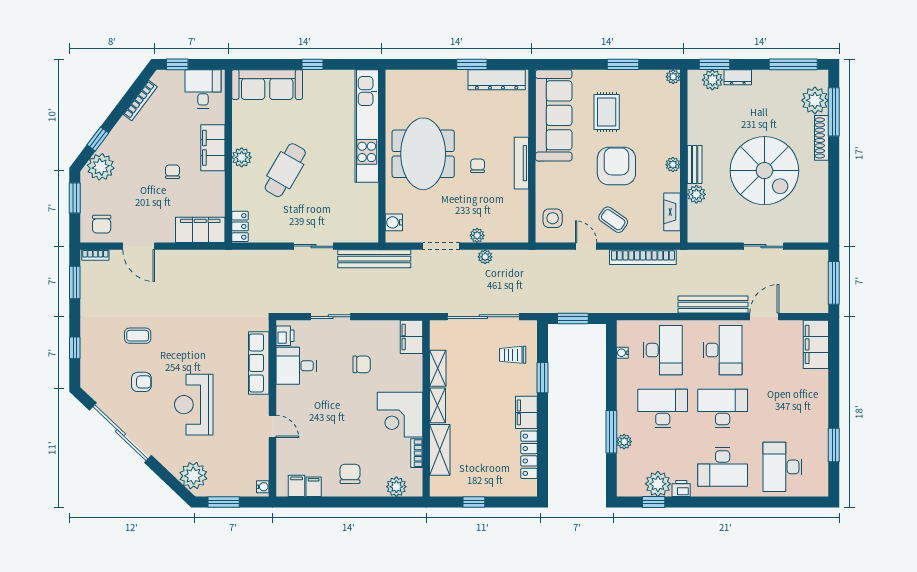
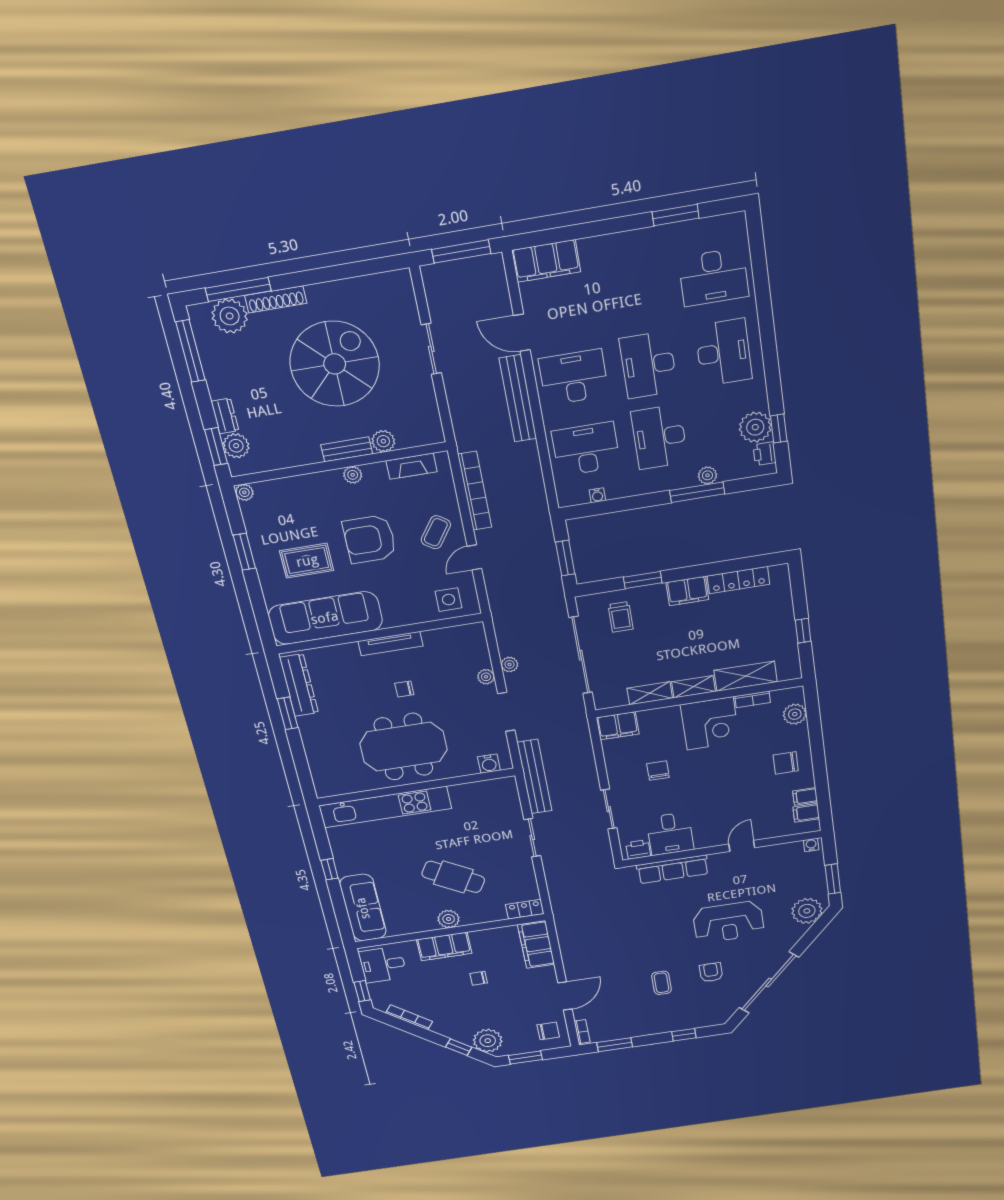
printer: (681, 489) -> (765, 454), moved

